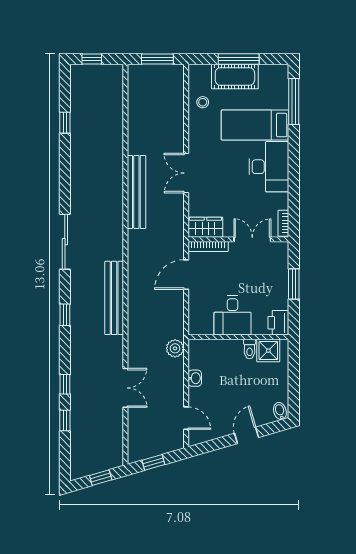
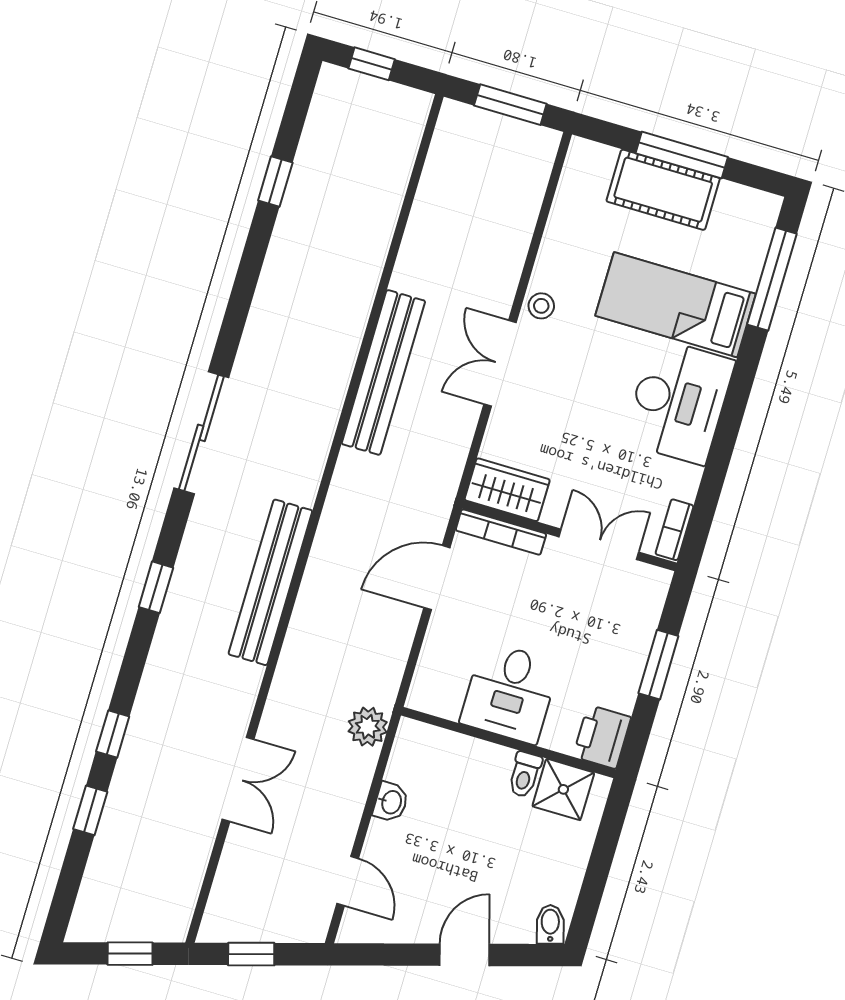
stool: (203, 102) -> (541, 306), moved

